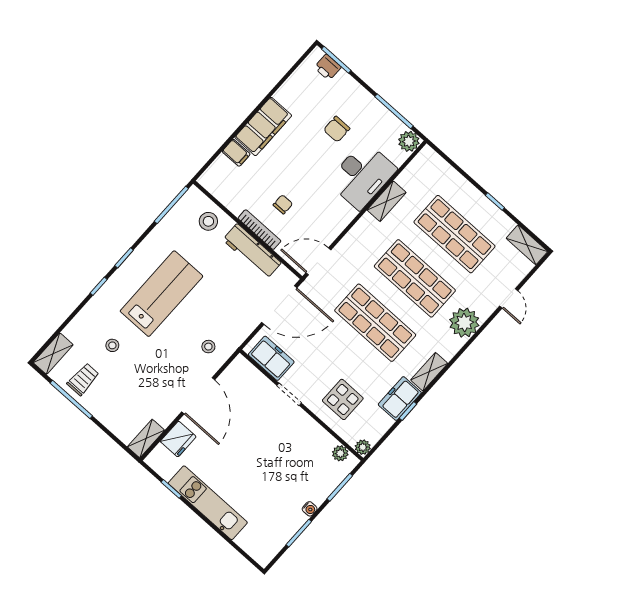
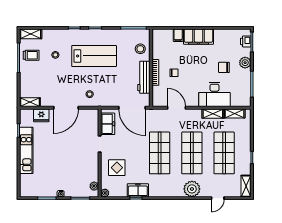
plant: (409, 141) -> (245, 63), moved
door: (318, 261) -> (177, 108), moved
shelving: (429, 372) -> (235, 113), moved

